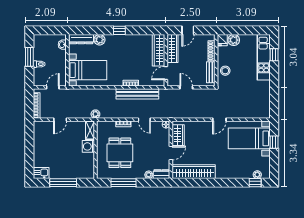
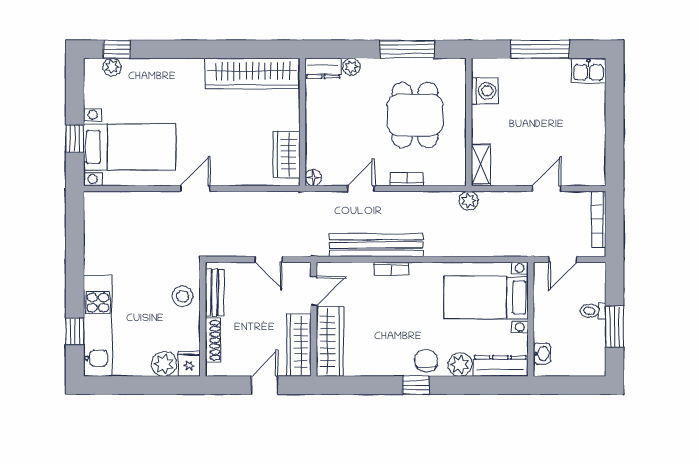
chair: (115, 41) -> (426, 361), added
door: (144, 120) -> (361, 188), hinge flipped
washing machine: (88, 146) -> (485, 91), moved
door: (171, 153) -> (303, 115), removed

